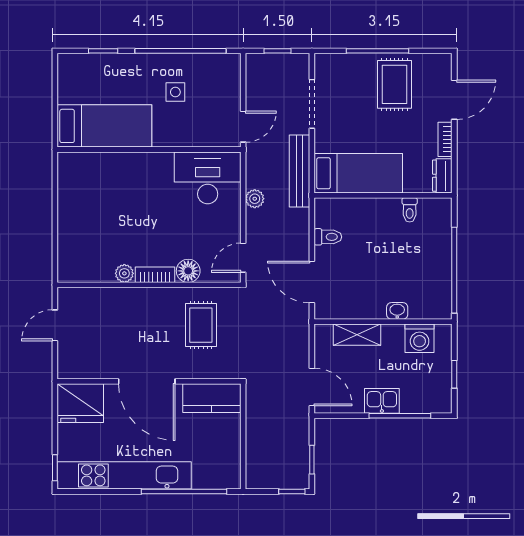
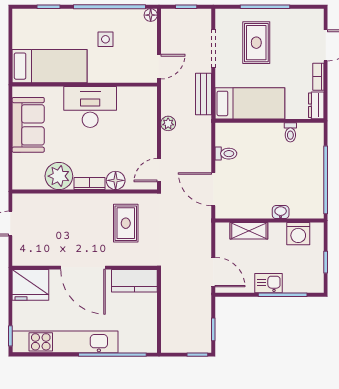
floor lamp: (233, 61) -> (151, 15), added
rug: (395, 84) -> (256, 43), moved
bench: (300, 171) -> (204, 94), width x0.73
desk: (208, 178) -> (90, 107), moved
sofa: (77, 200) -> (28, 125), added
plant: (124, 273) -> (59, 176), width x1.87, depth x1.87

